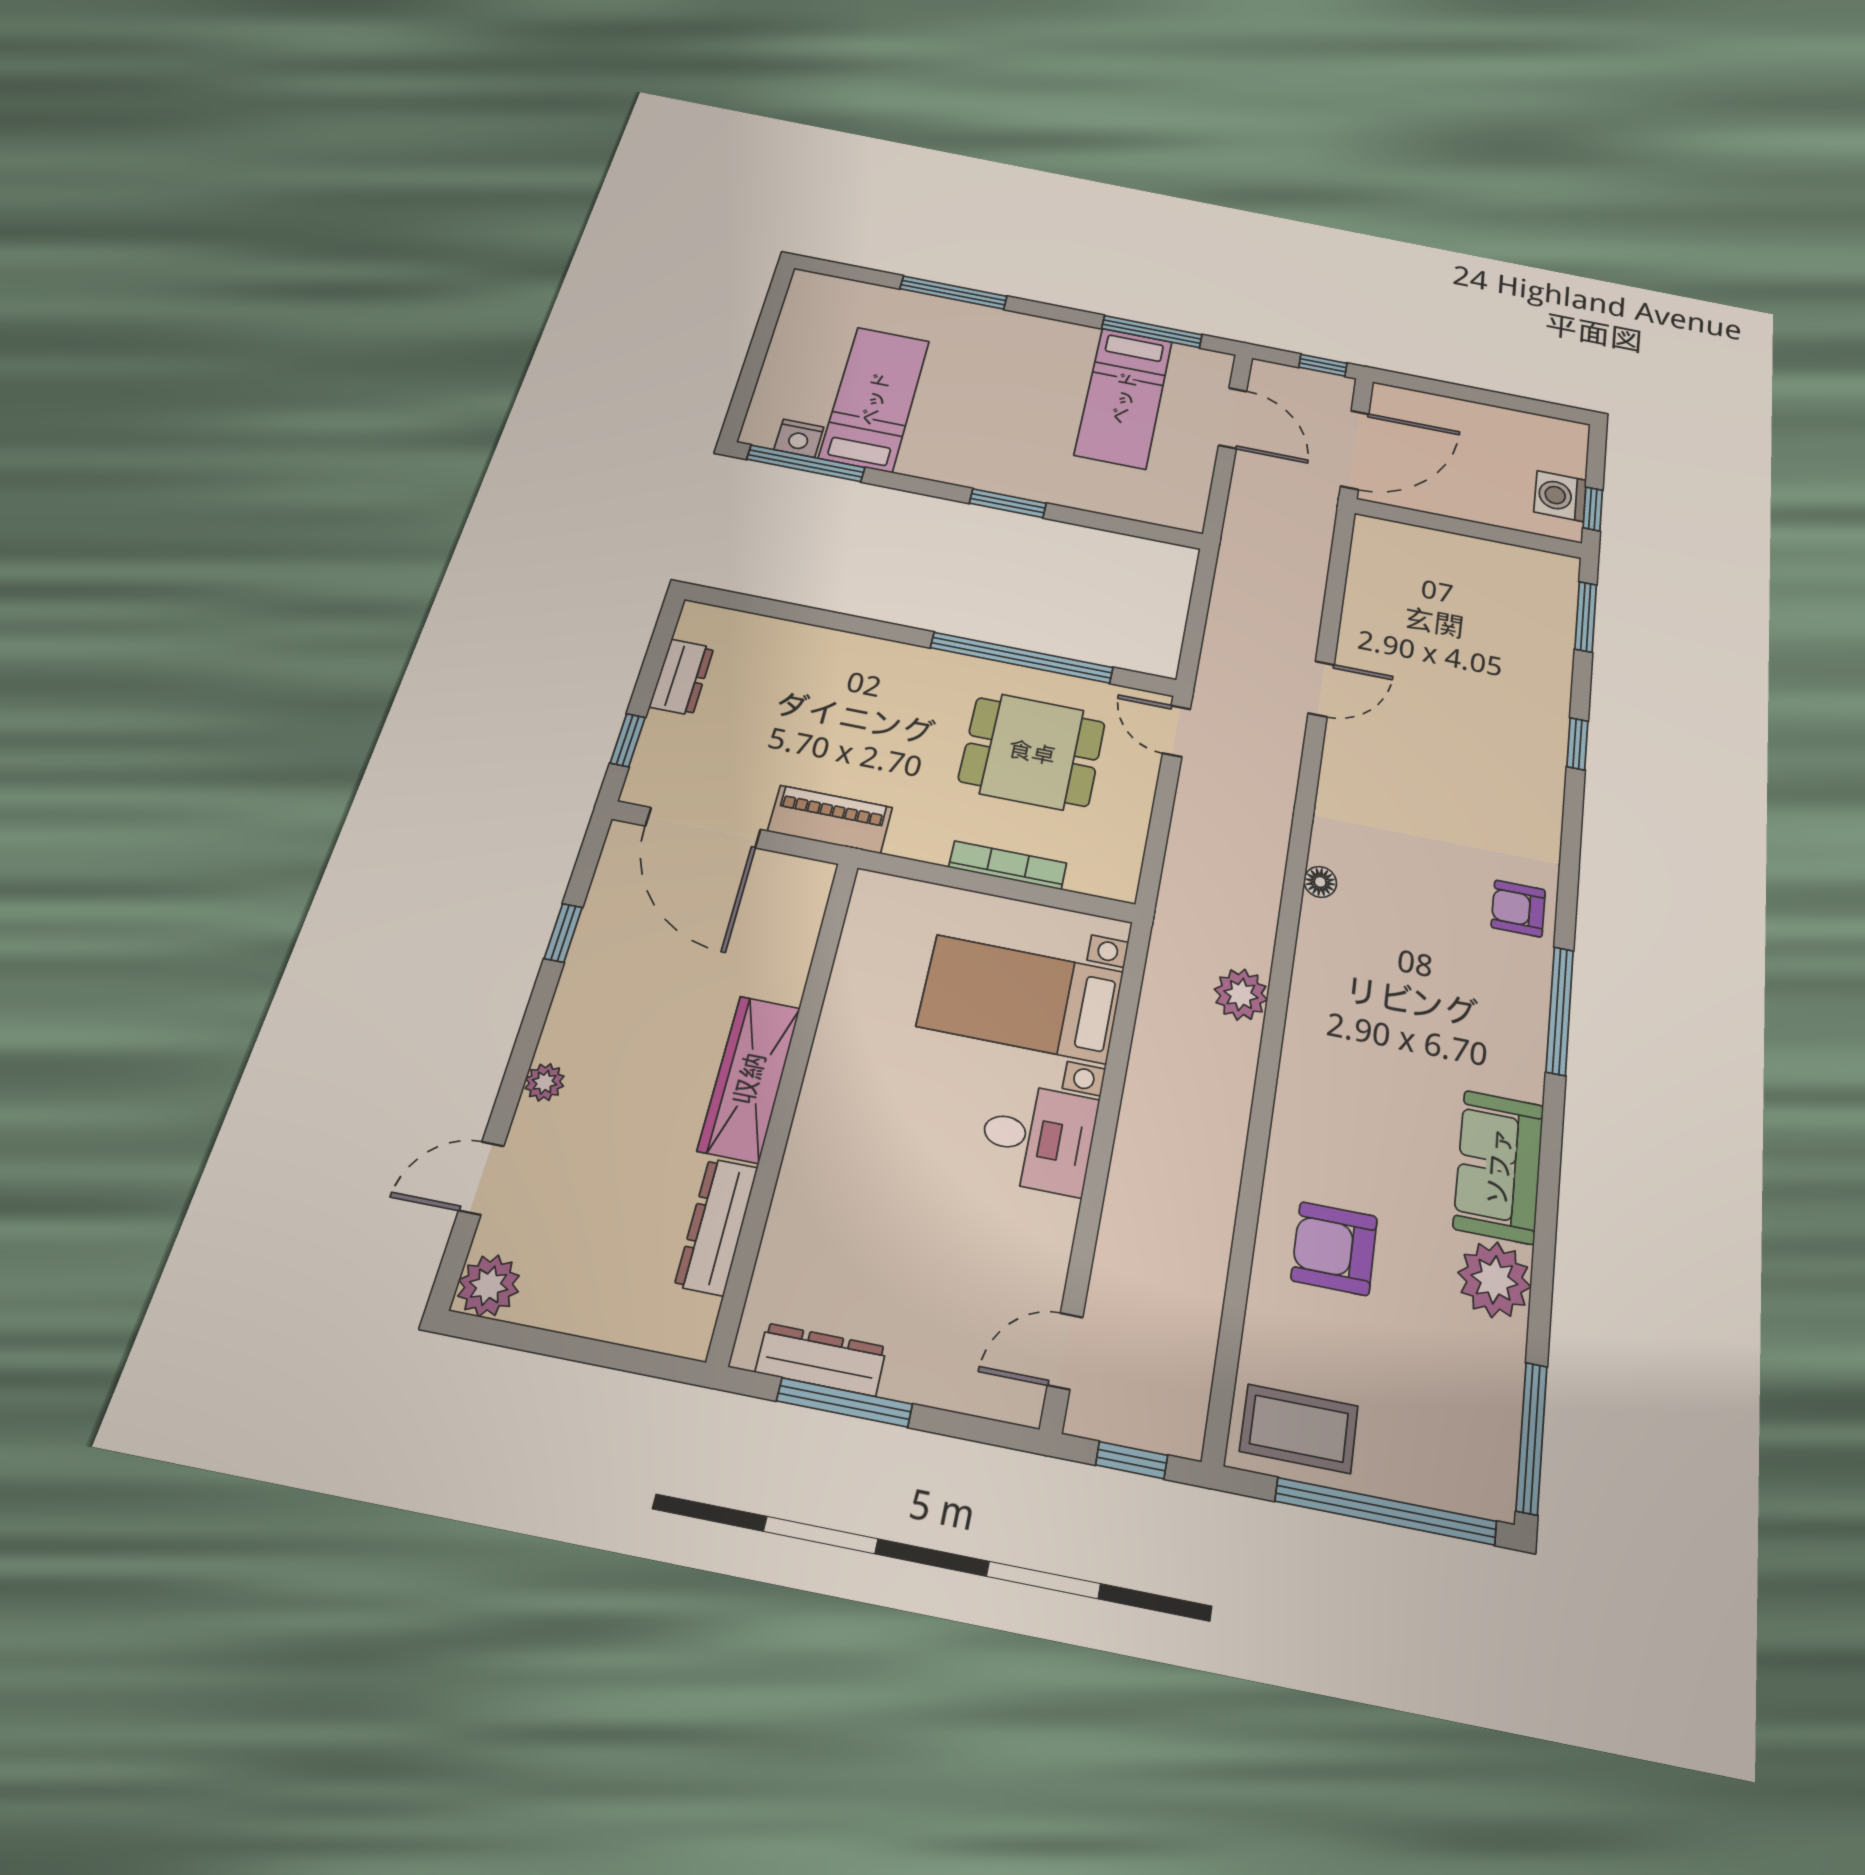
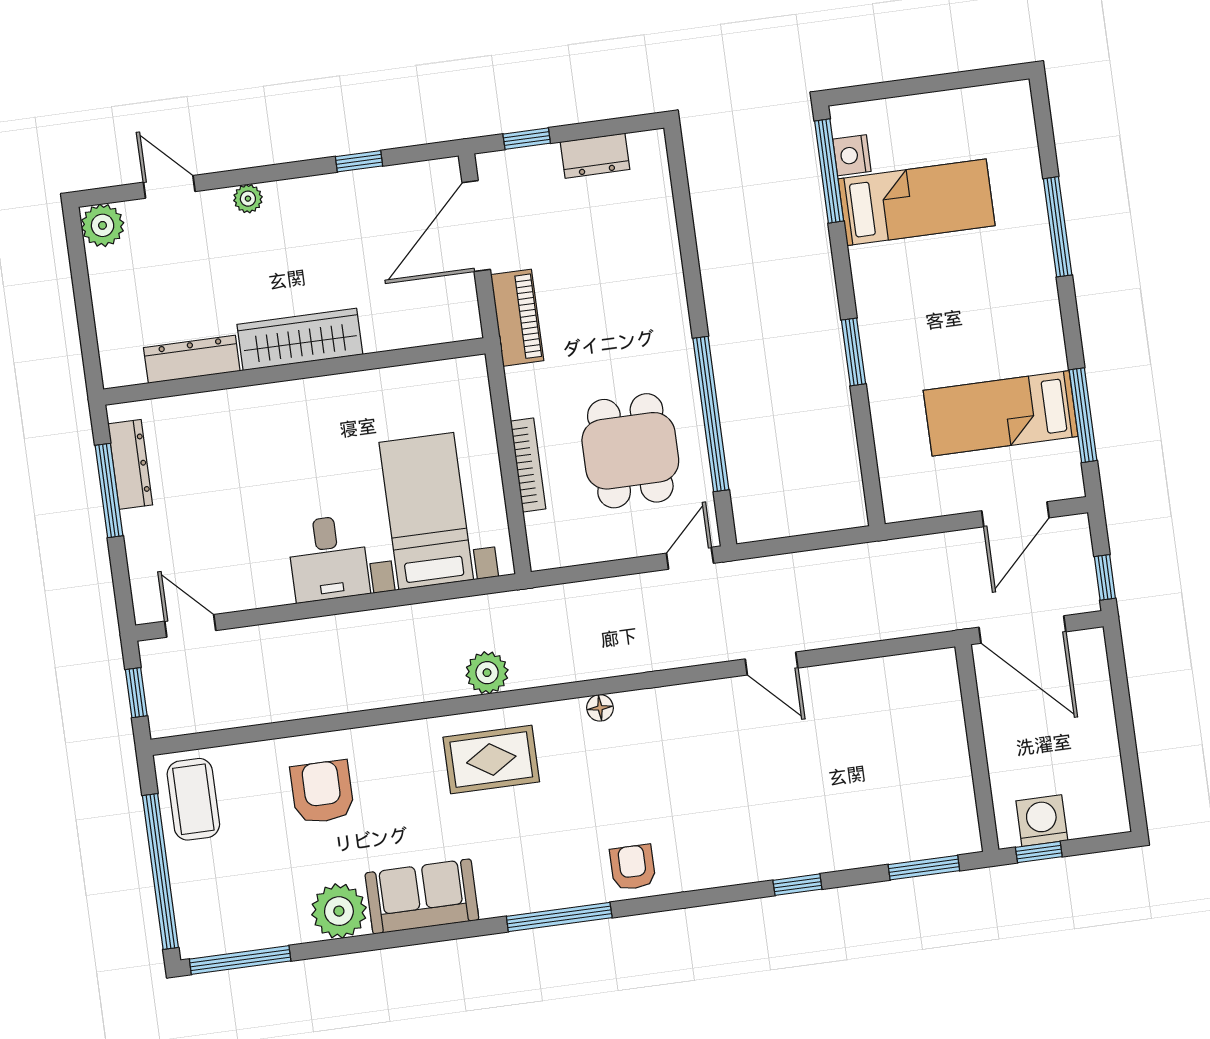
rug: (1348, 1025) -> (491, 760), added

